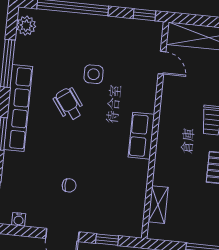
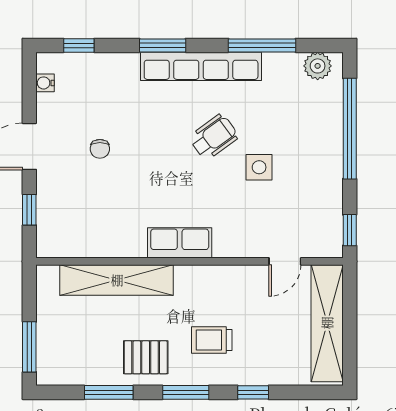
shelving: (158, 205) -> (117, 280), width x2.20, depth x1.33

